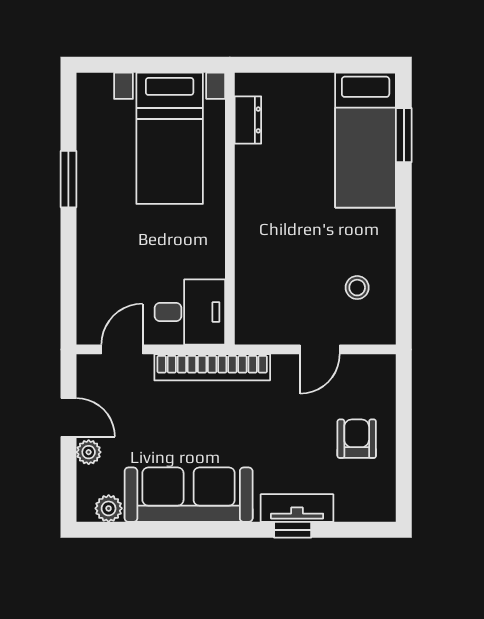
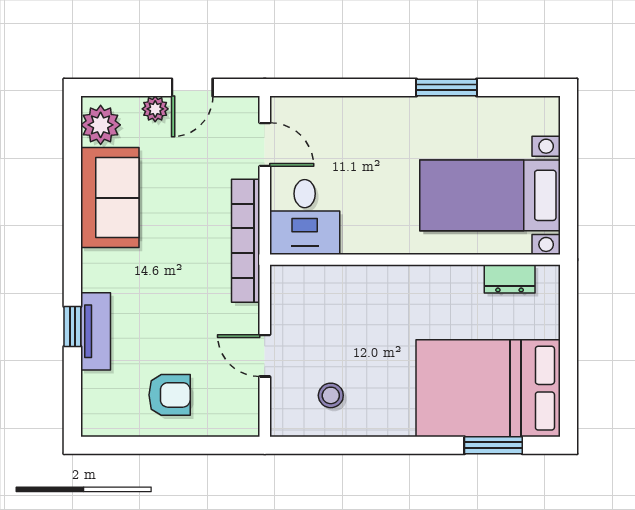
bed: (366, 140) -> (488, 388), width x1.50
sofa: (189, 495) -> (110, 198), width x0.73
plant: (109, 508) -> (101, 125), width x1.38, depth x1.38

